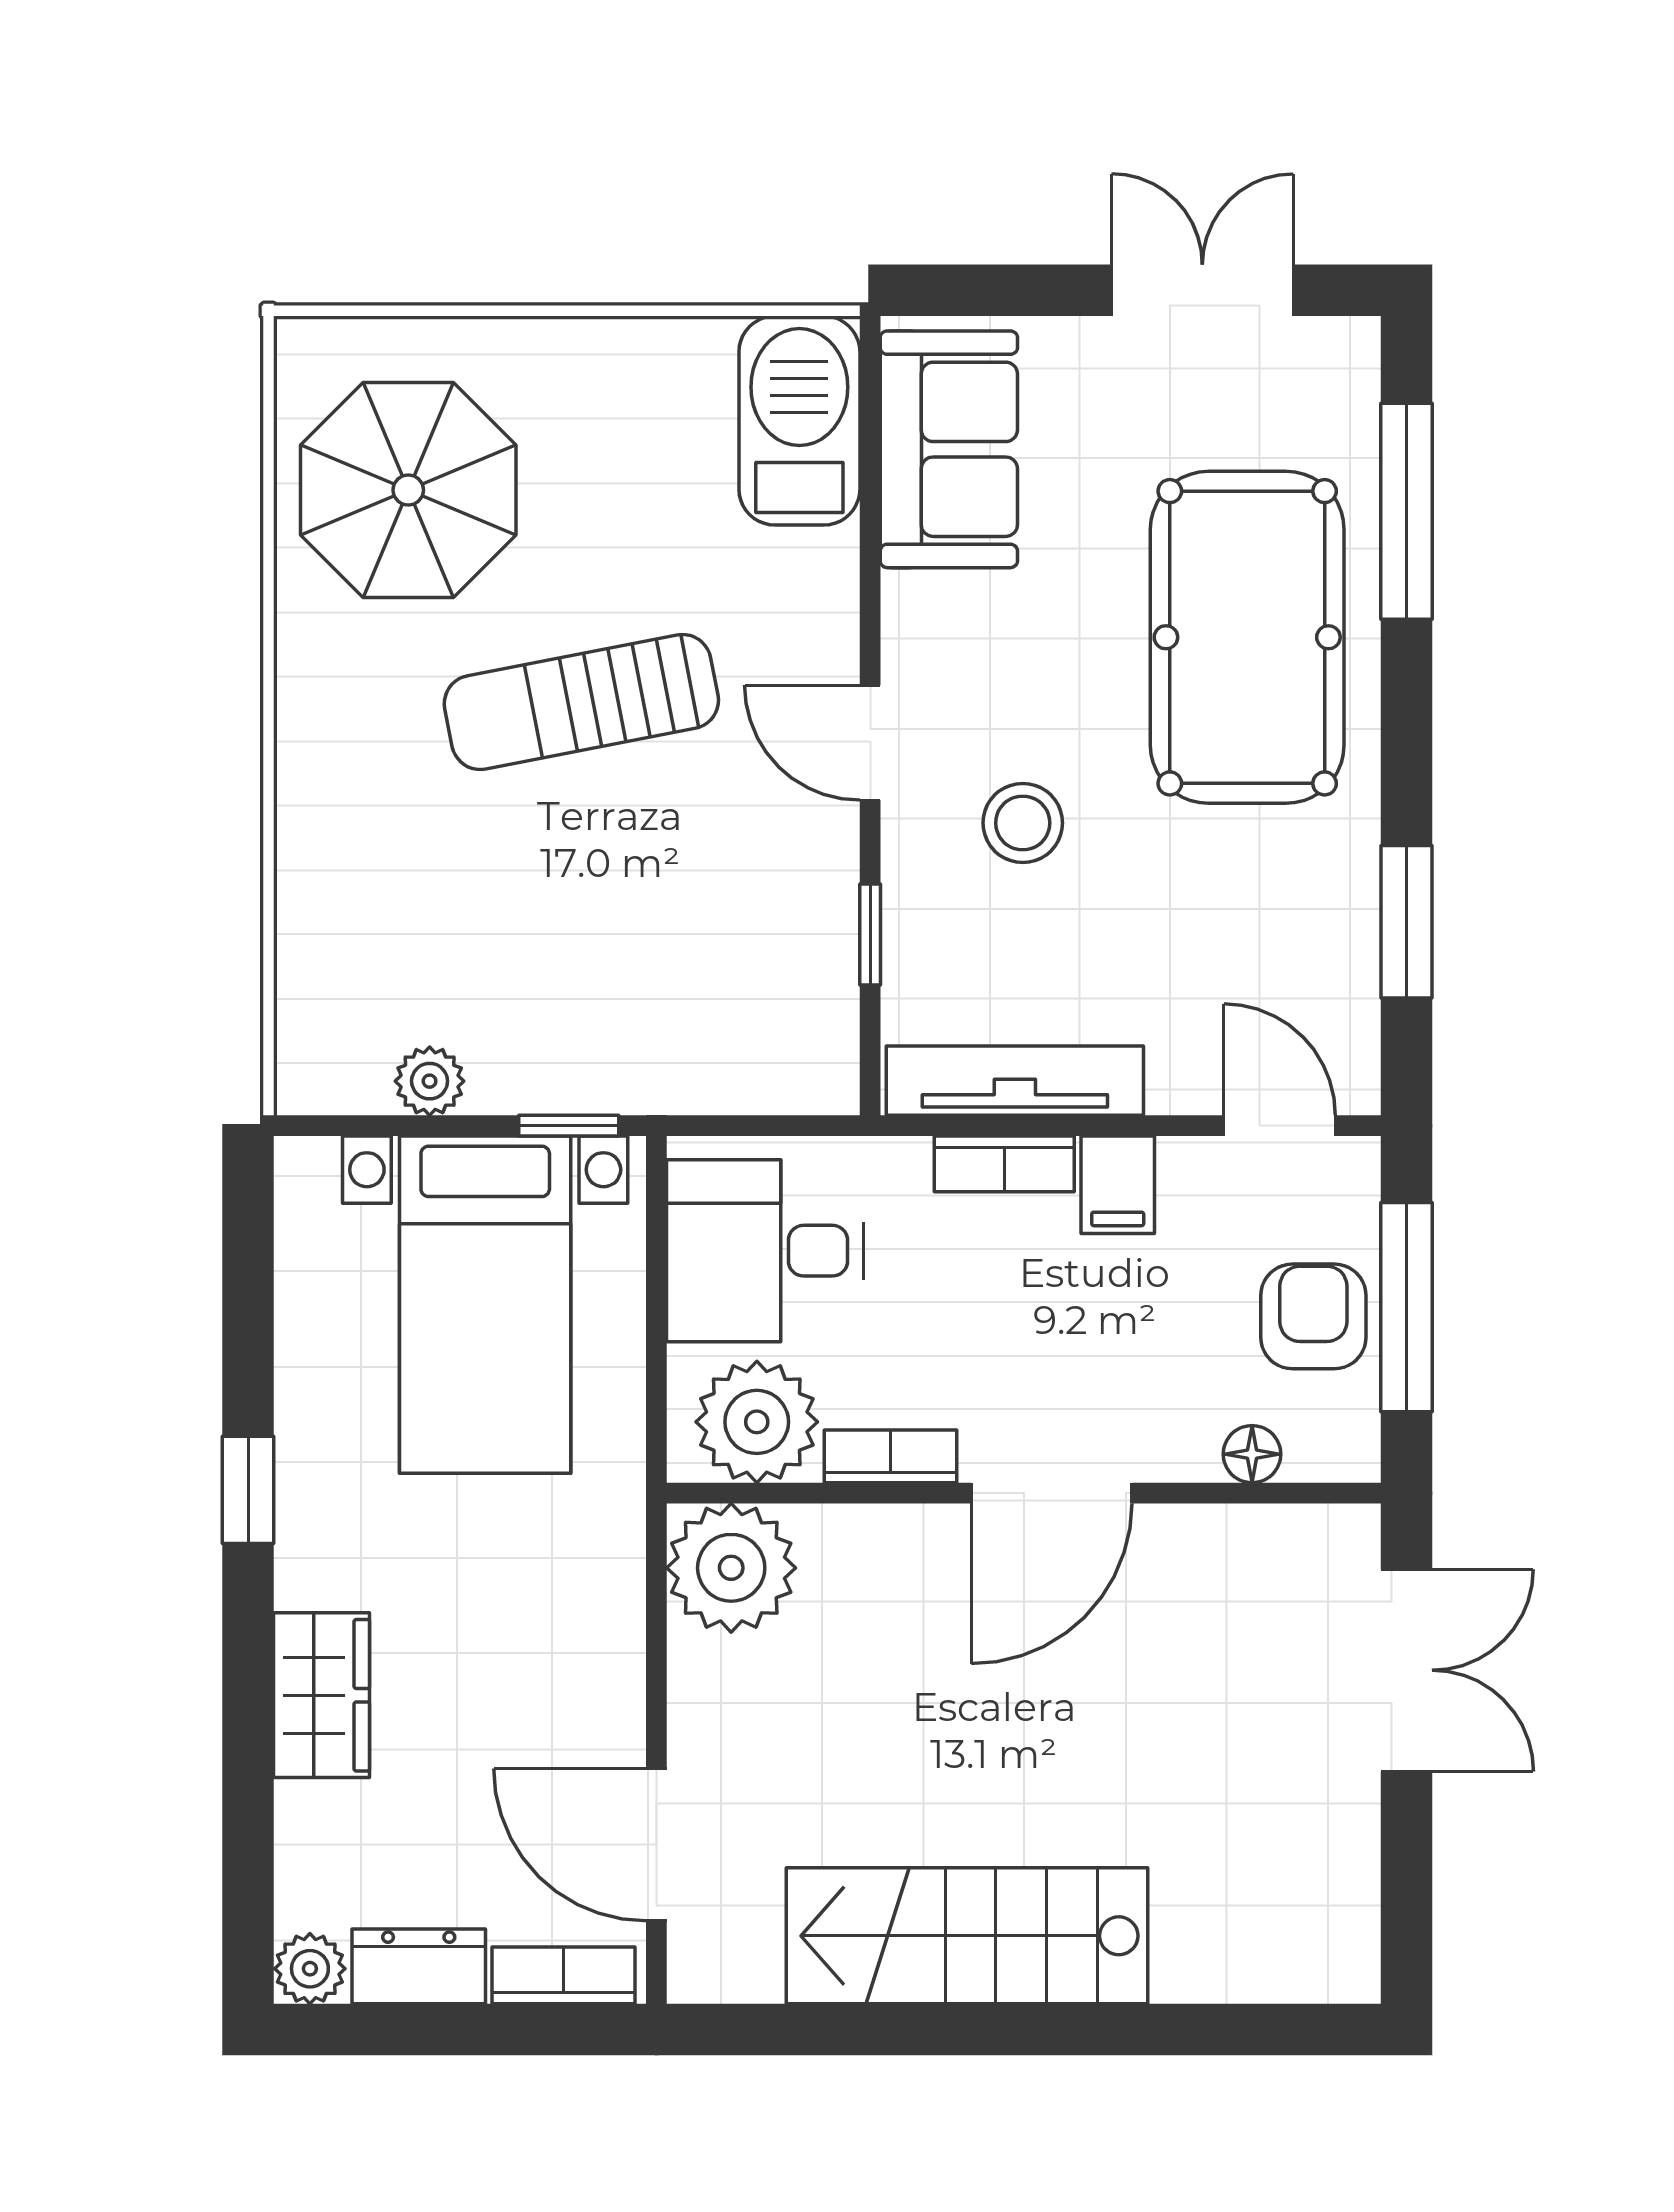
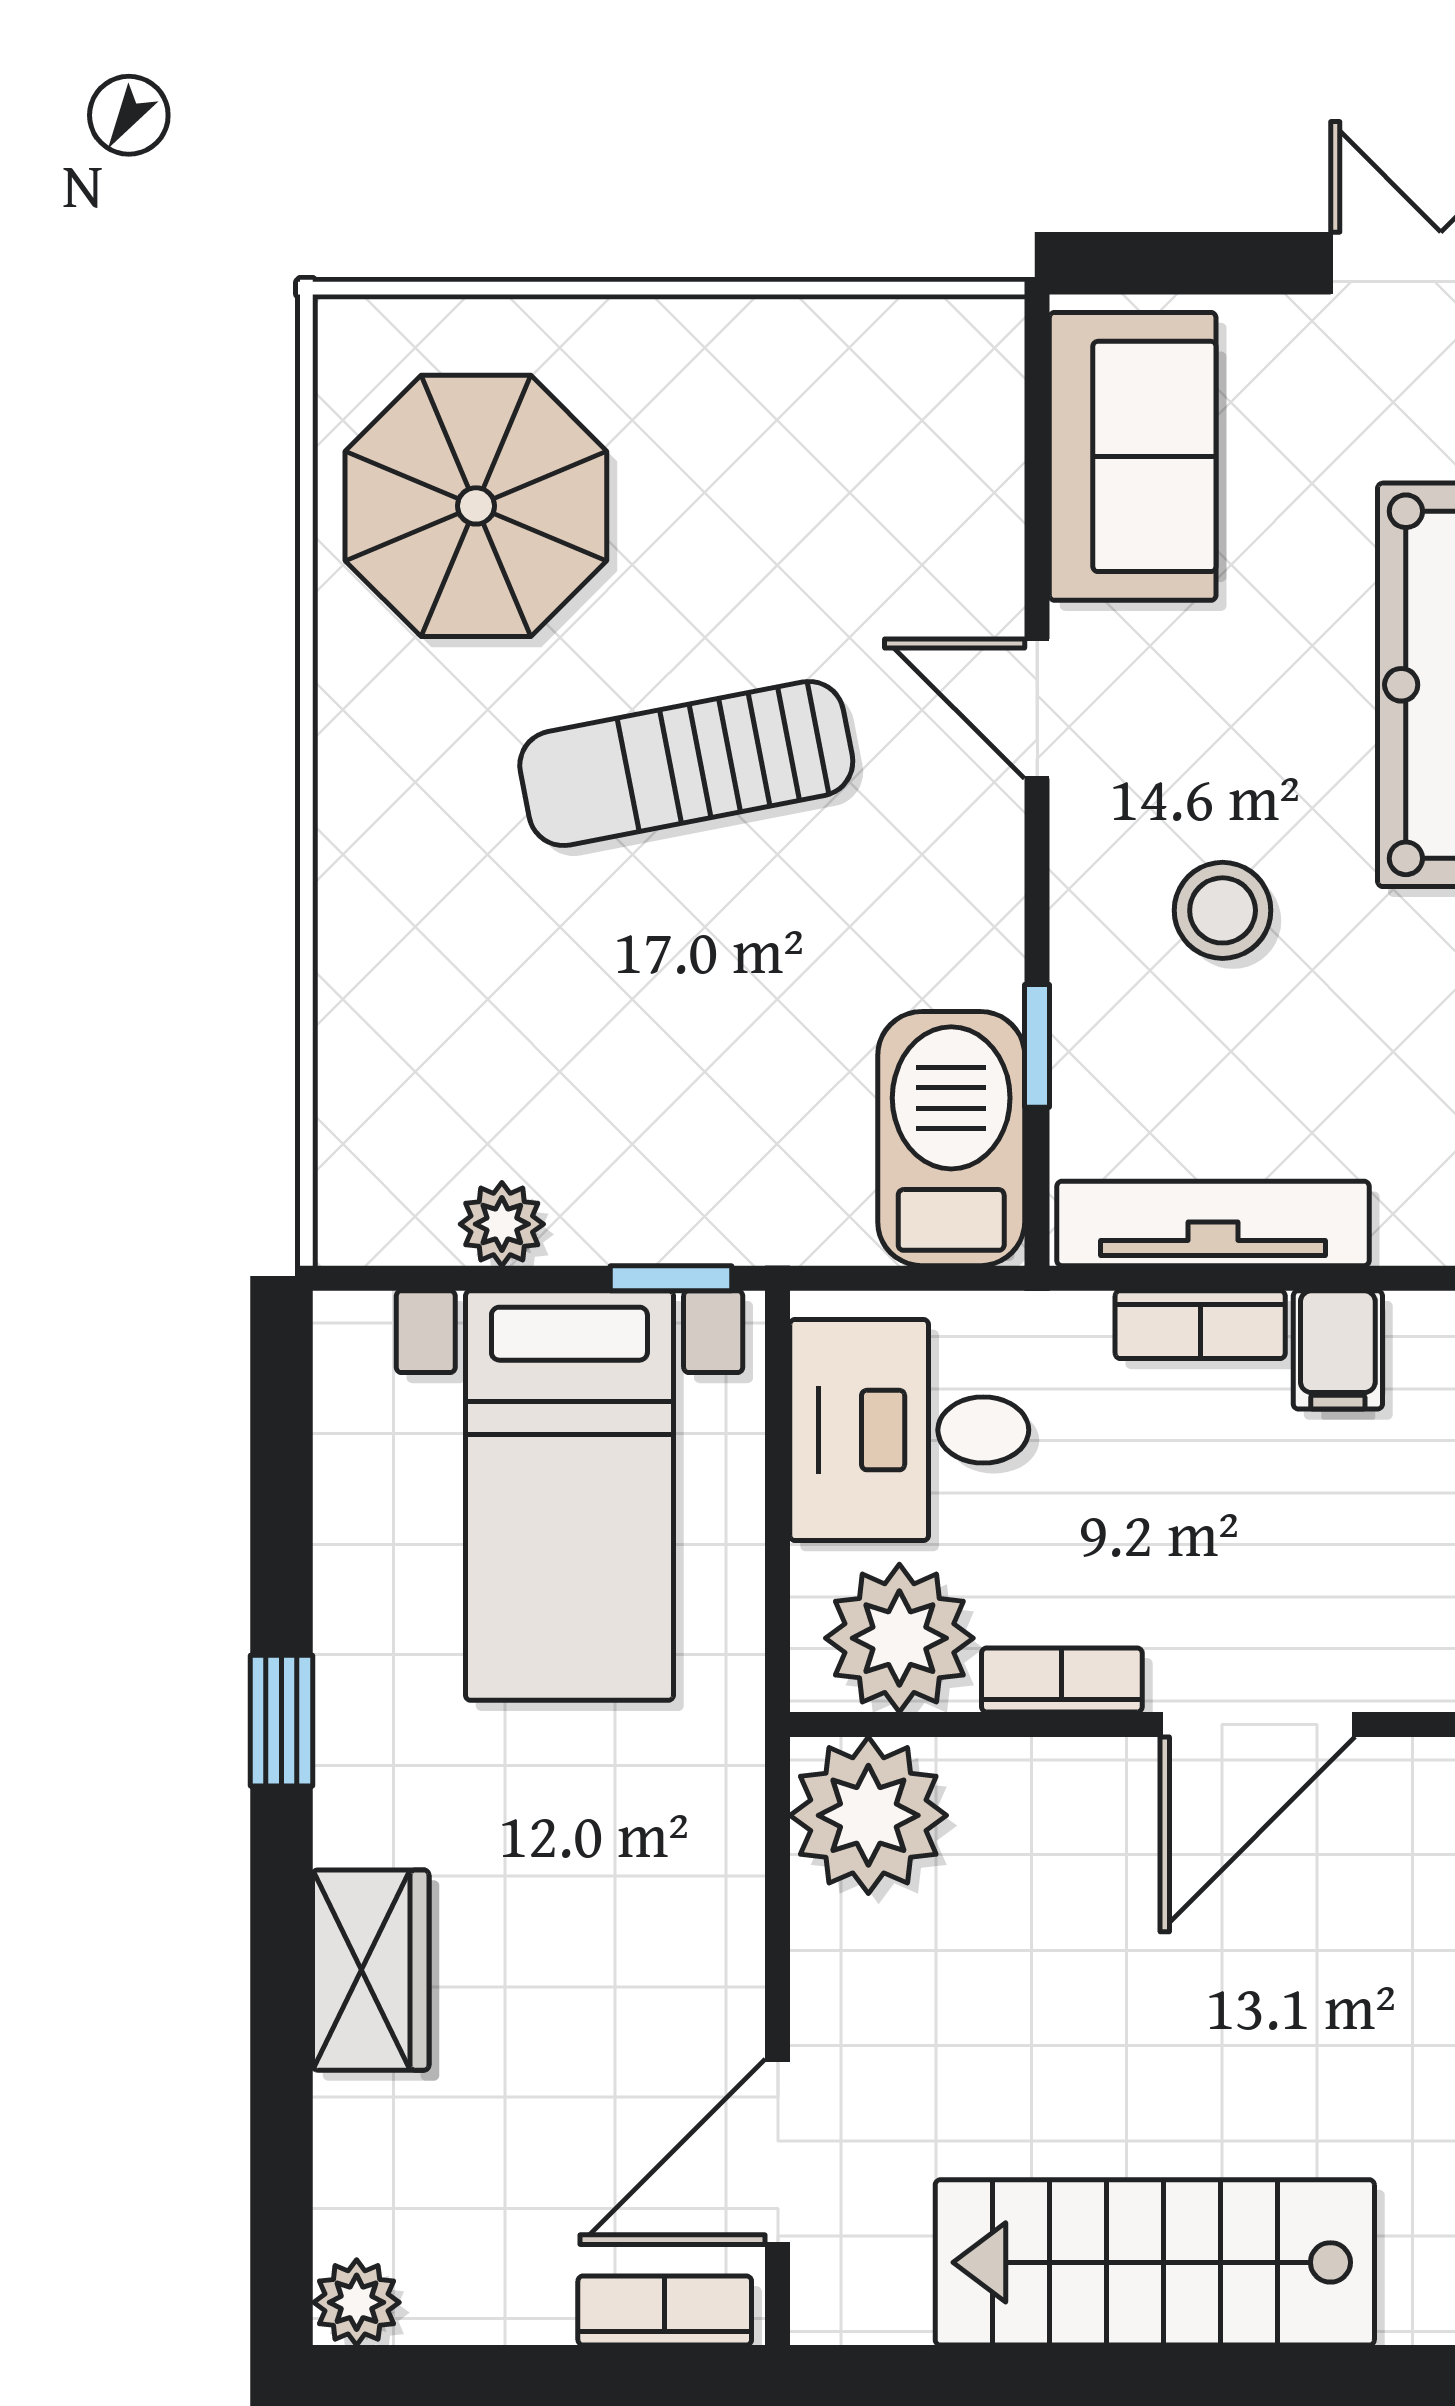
barbecue: (799, 421) -> (951, 1139), moved
door: (870, 743) -> (1037, 709), moved
door: (656, 1845) -> (778, 2152), hinge flipped
dresser: (419, 1966) -> (489, 2300), removed

